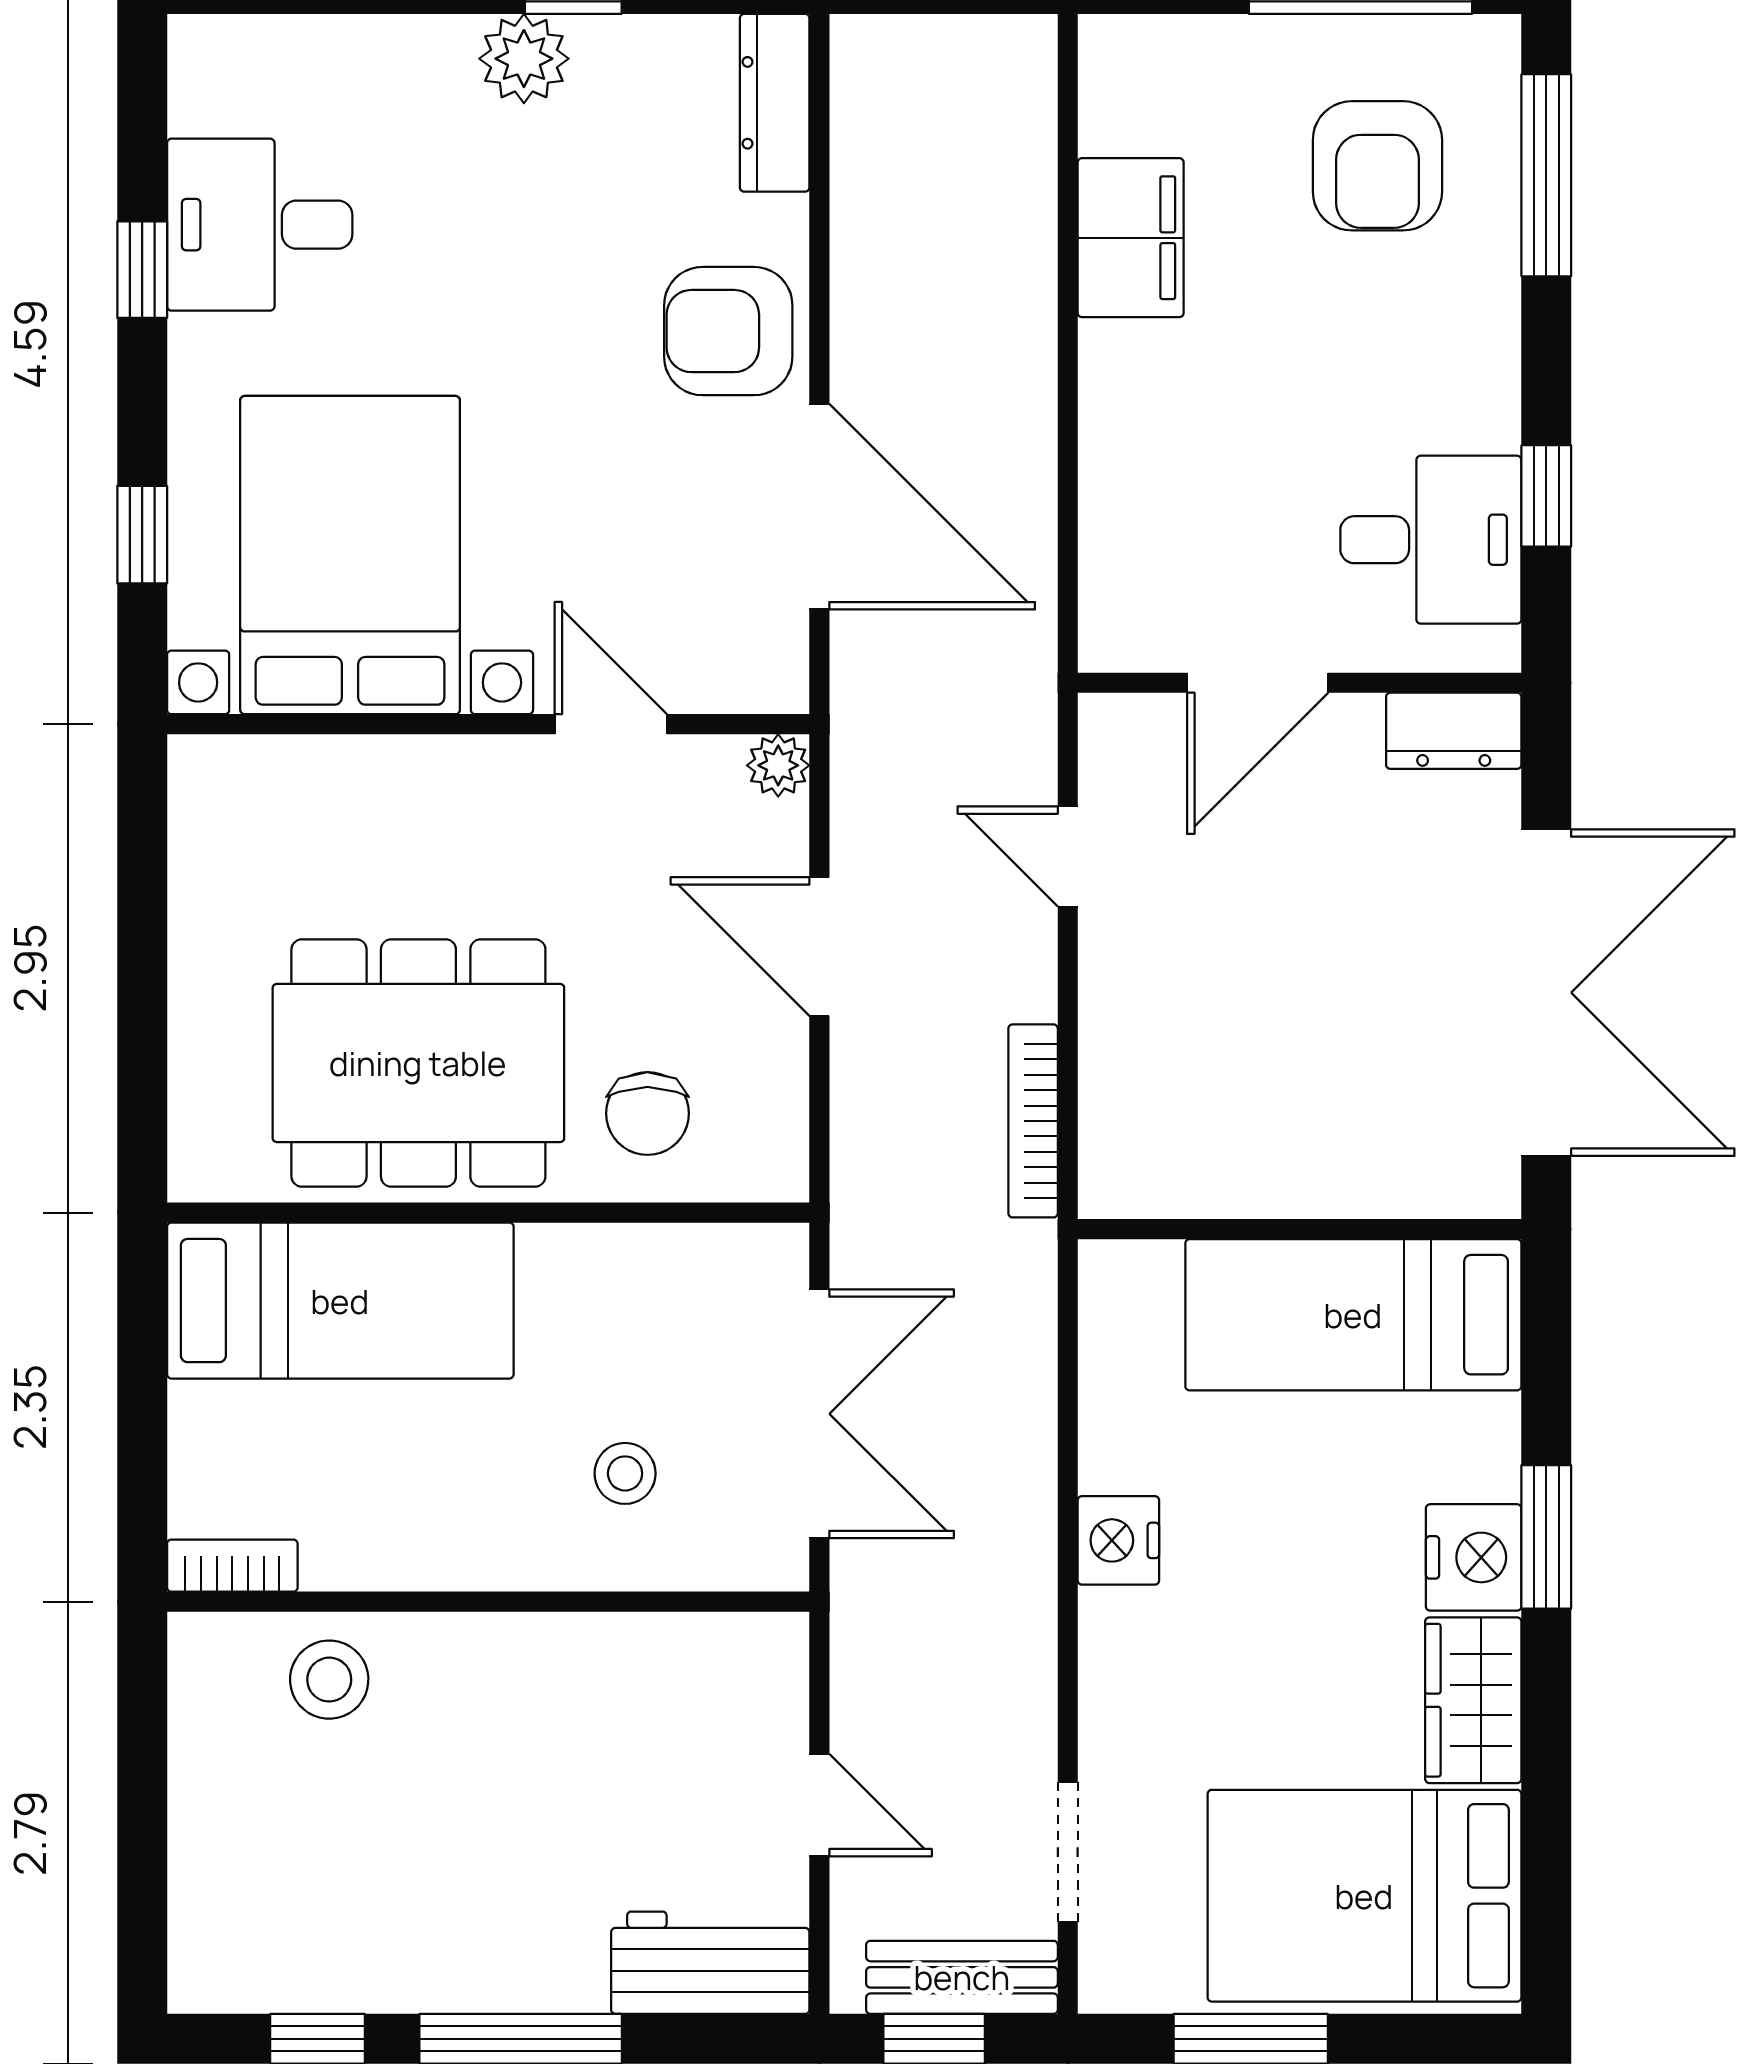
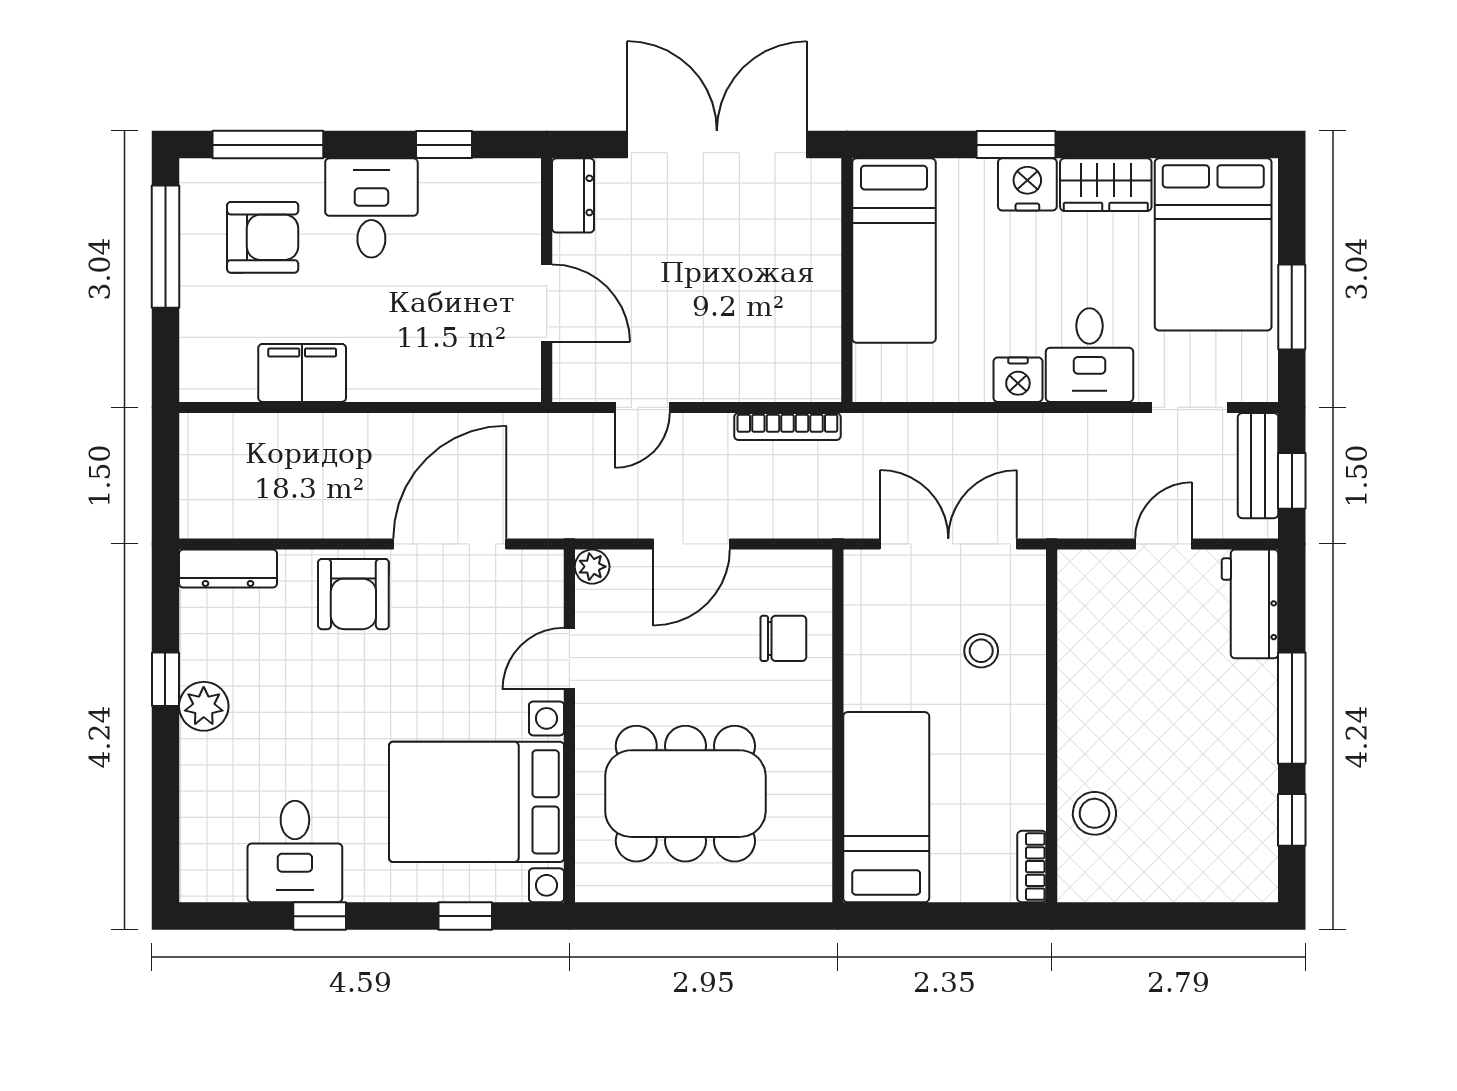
desk: (1431, 540) -> (371, 208), moved
dining table: (418, 1063) -> (685, 794), moved, turned 90
desk: (1163, 1671) -> (1089, 355), added

